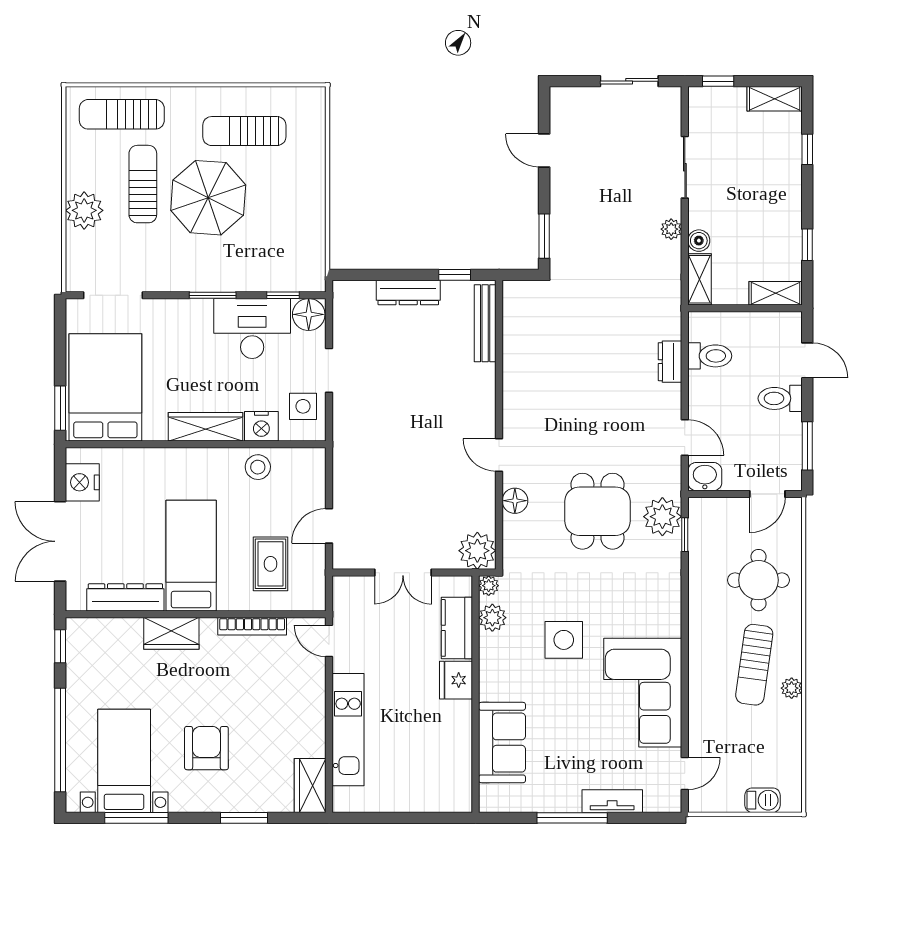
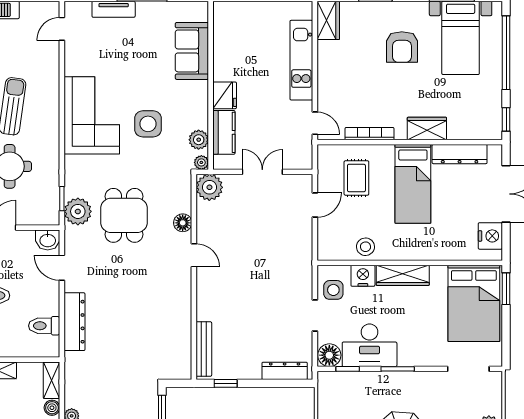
dresser: (408, 292) -> (285, 371), moved
dresser: (670, 362) -> (75, 322), width x1.96, depth x1.24
corner sofa: (643, 693) -> (92, 115), moved

